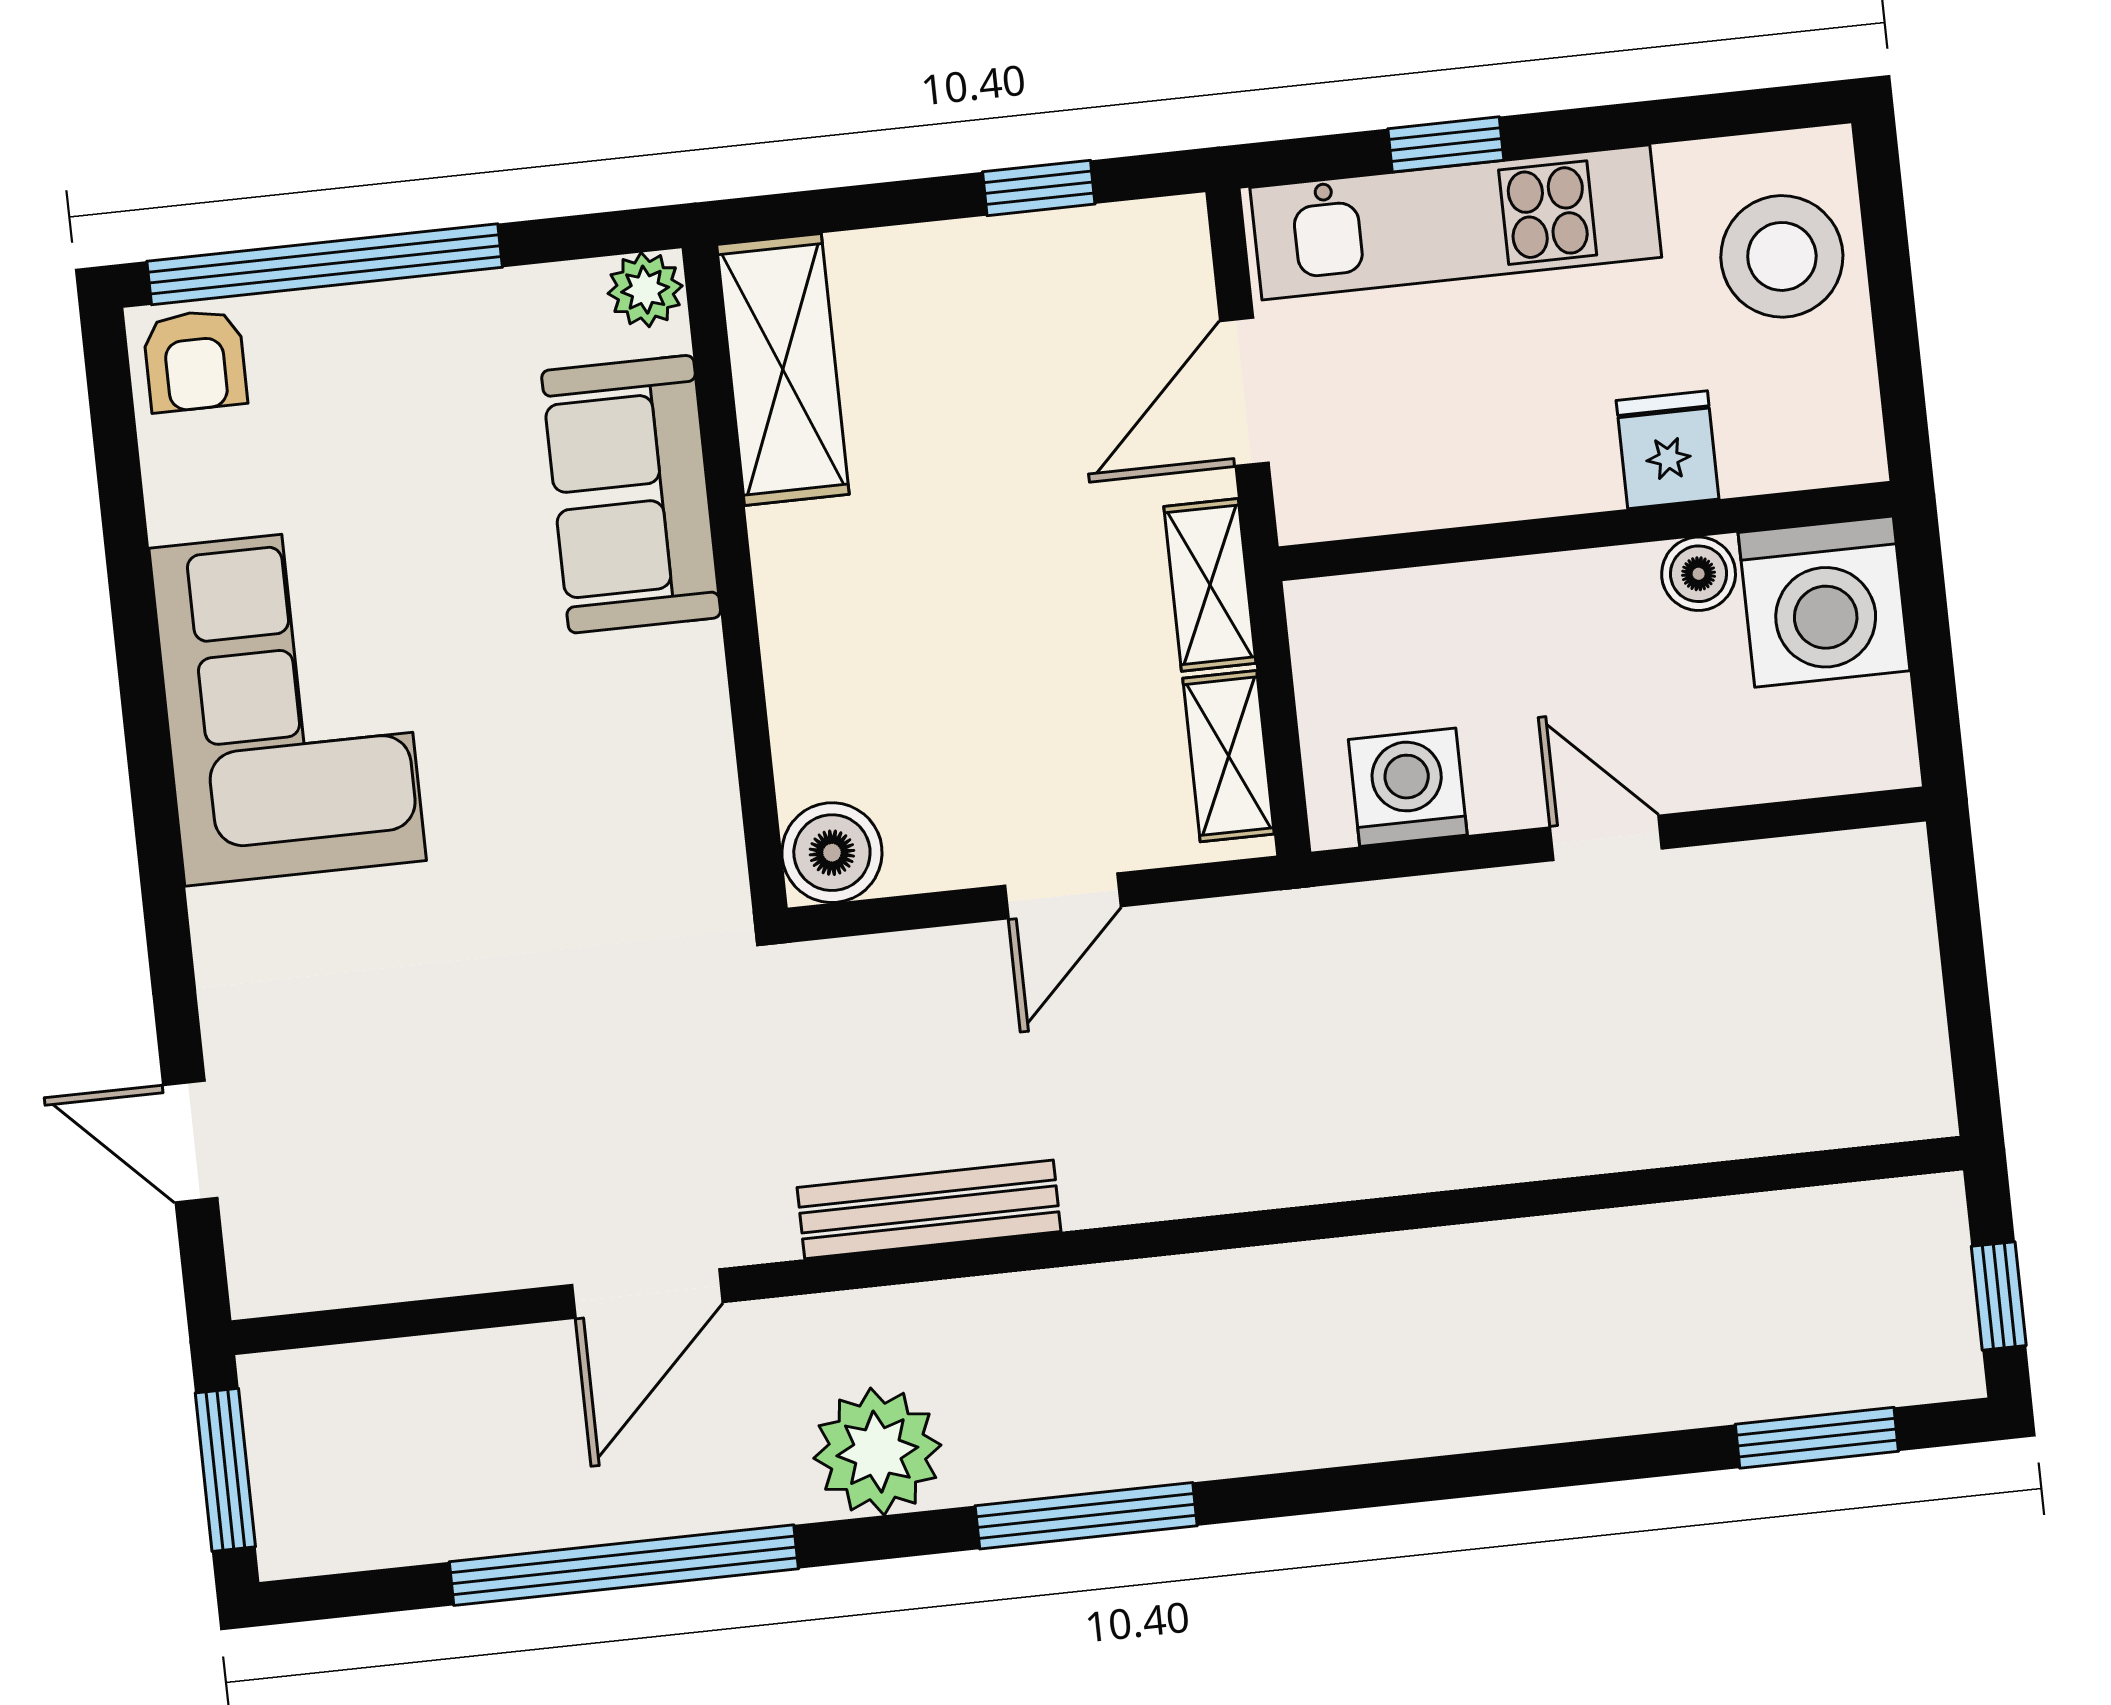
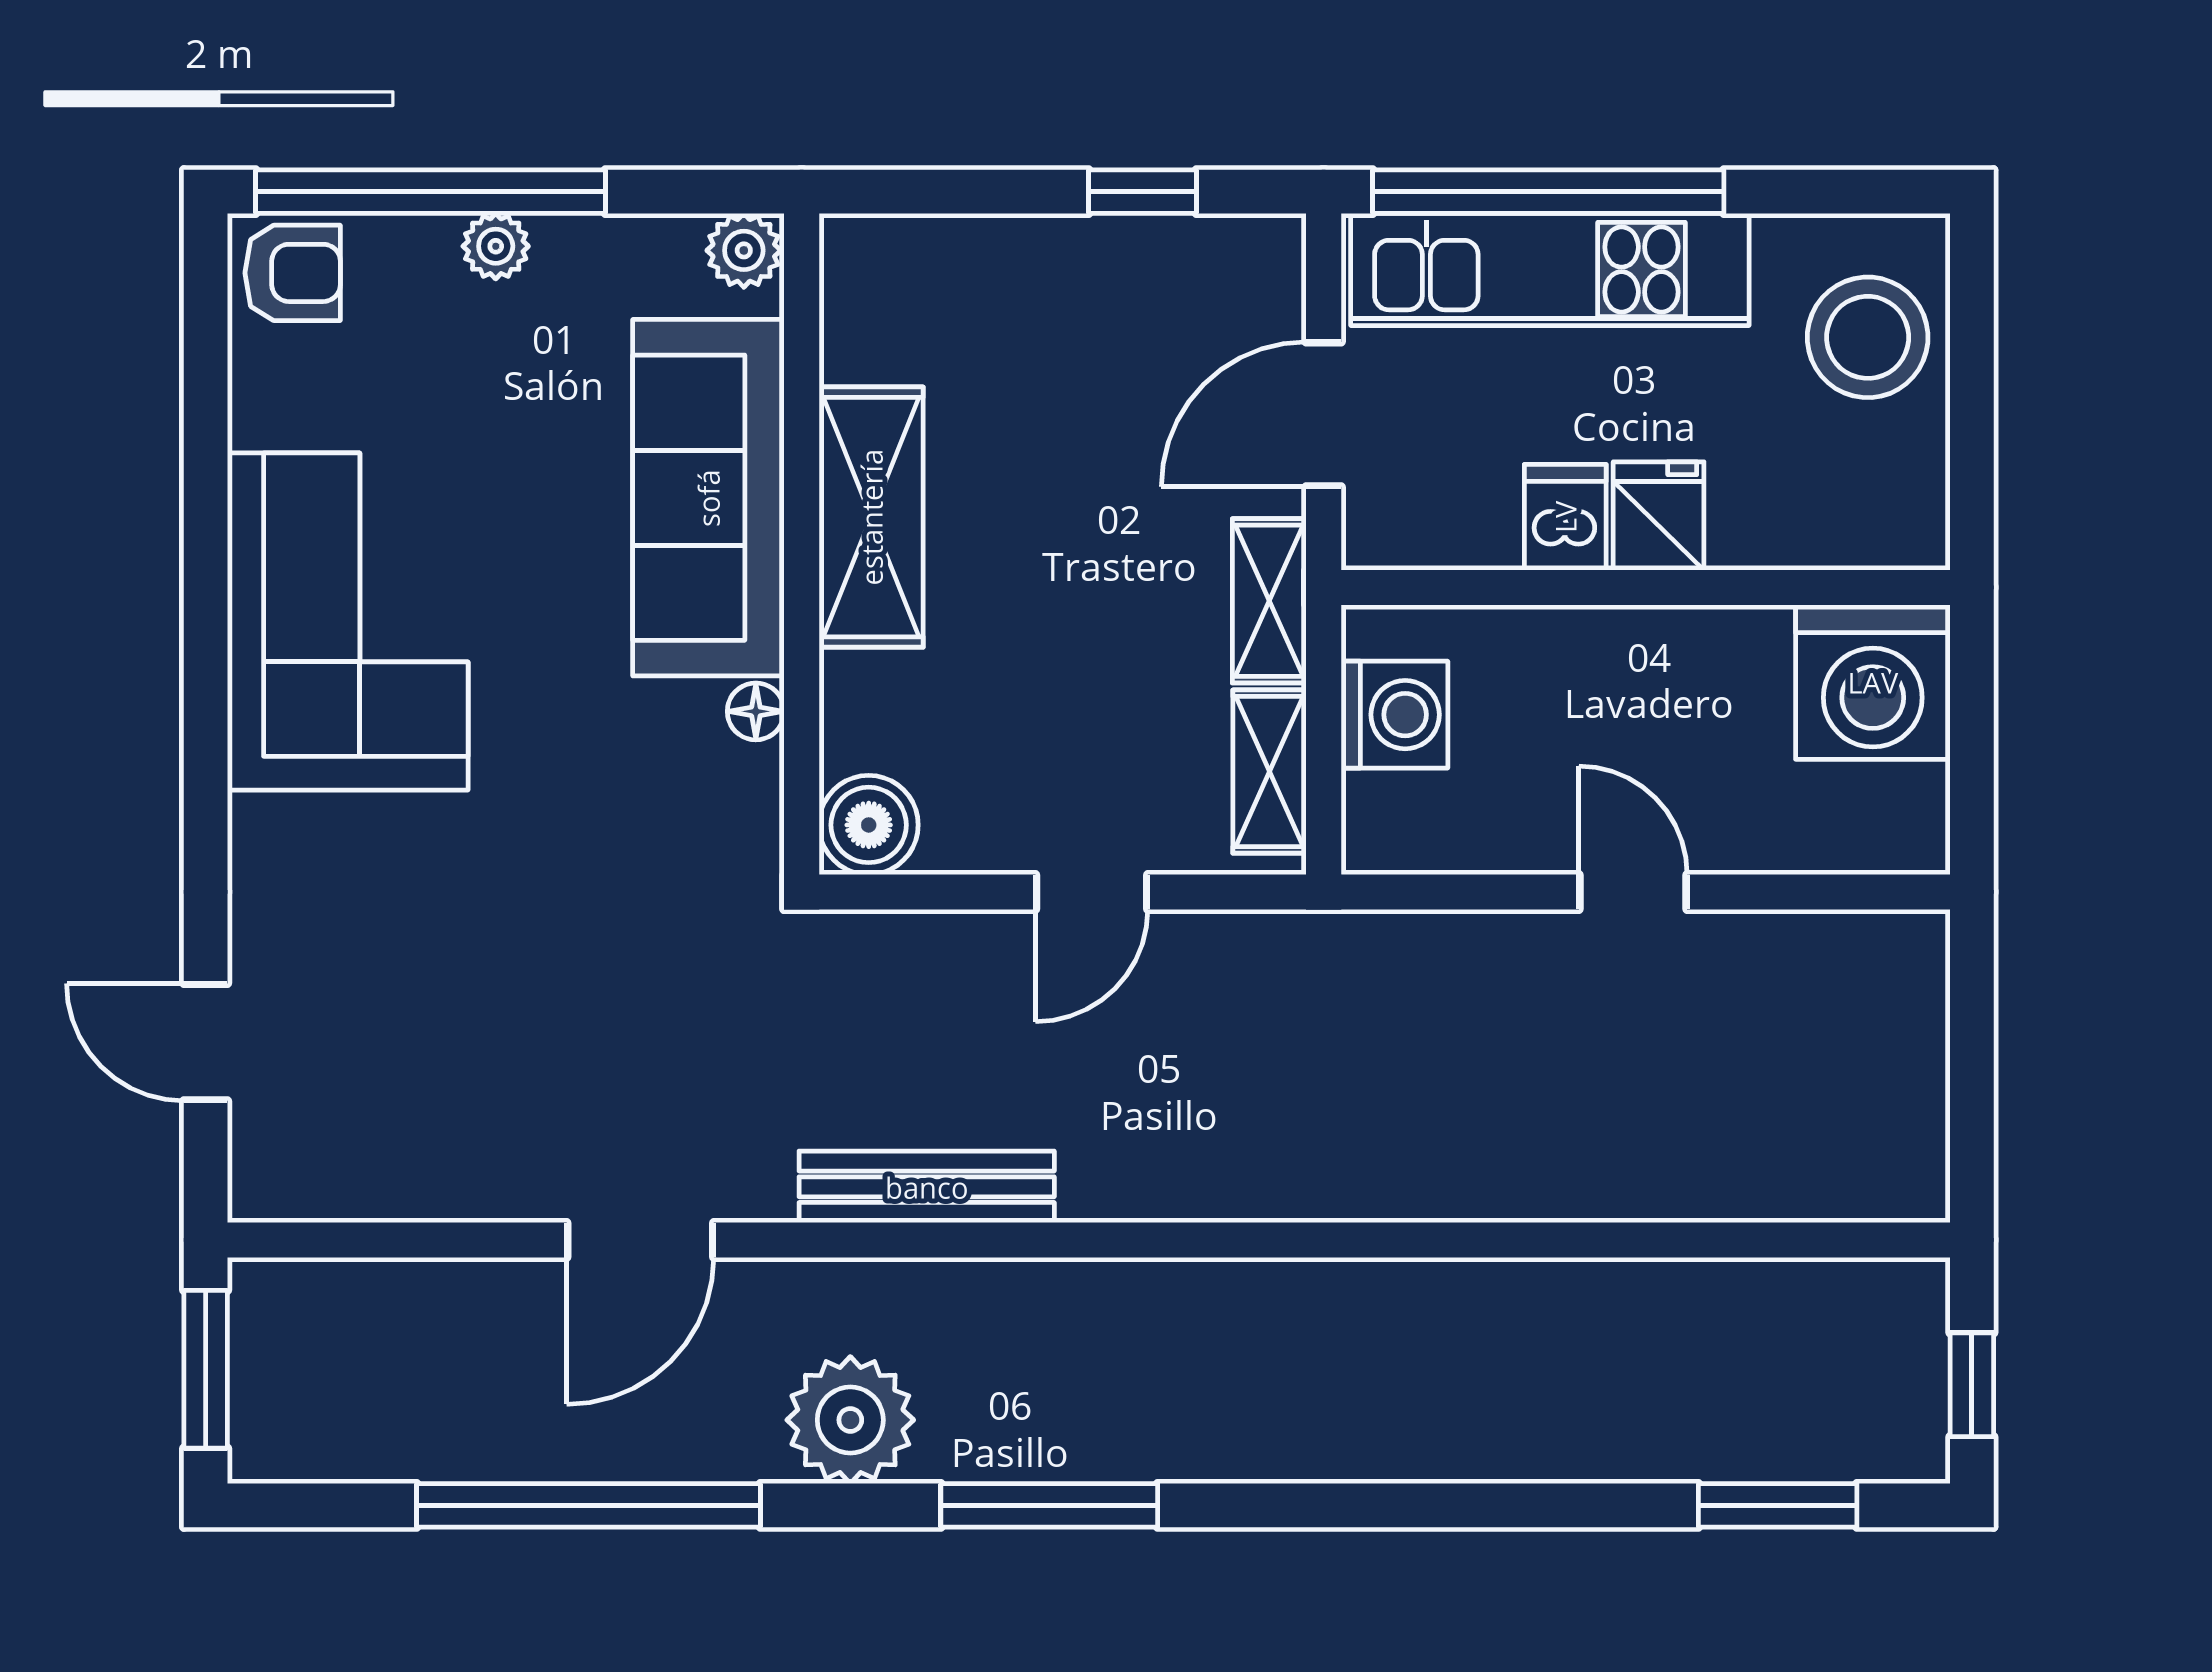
window: (1446, 144) -> (1548, 192), width x3.17
plant: (396, 312) -> (496, 246), added
armchair: (195, 361) -> (293, 273), turned -90
shelving: (783, 369) -> (871, 517), moved
fridge: (1668, 450) -> (1659, 516), moved
dishwasher: (1498, 469) -> (1565, 517), added
sofa: (631, 494) -> (708, 498), width x1.36
boiler: (1699, 574) -> (1752, 641), removed
floor lamp: (707, 751) -> (756, 711), added
washing machine: (1408, 787) -> (1394, 715), moved, turned 90

